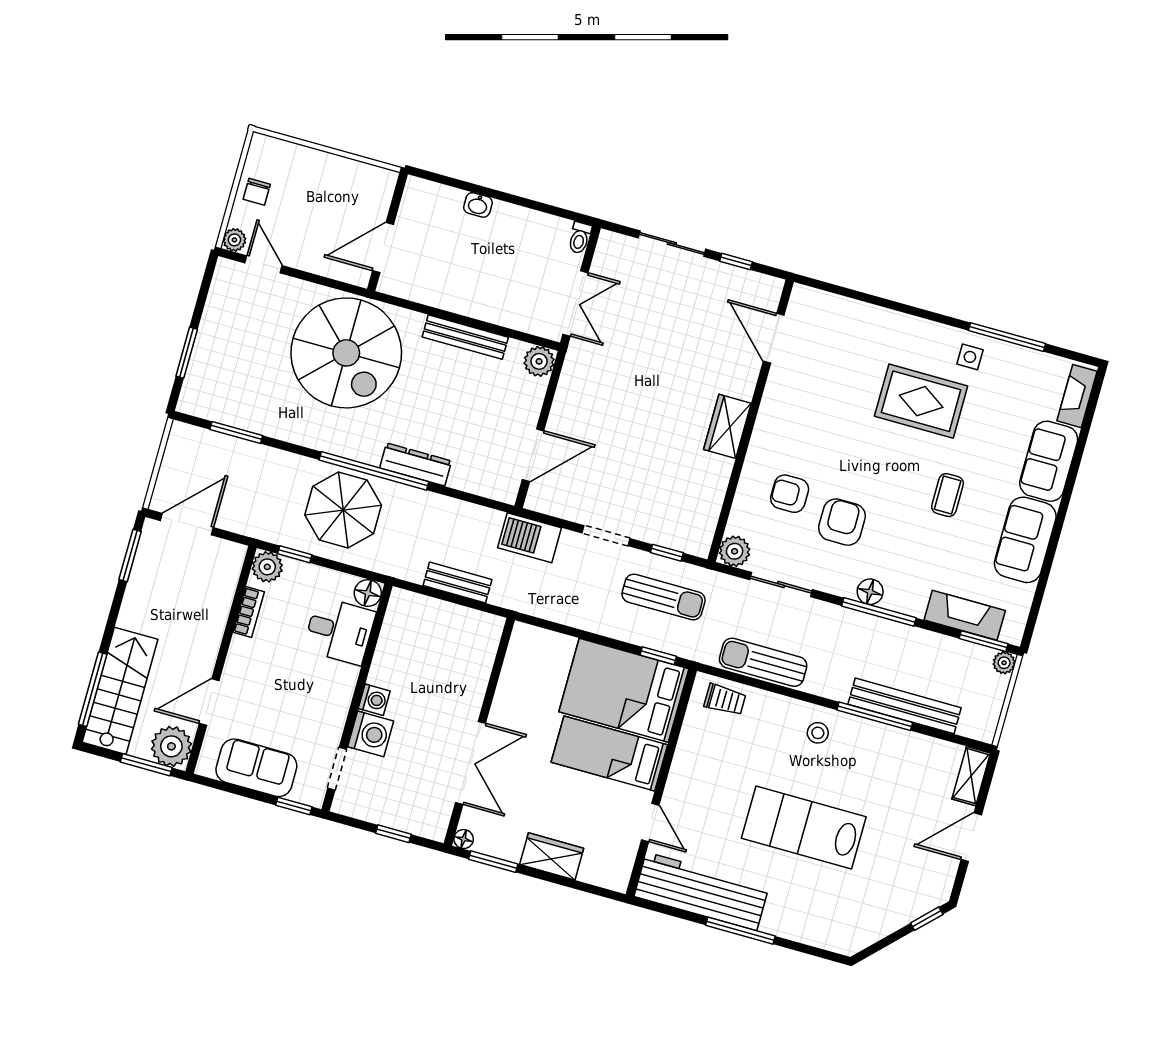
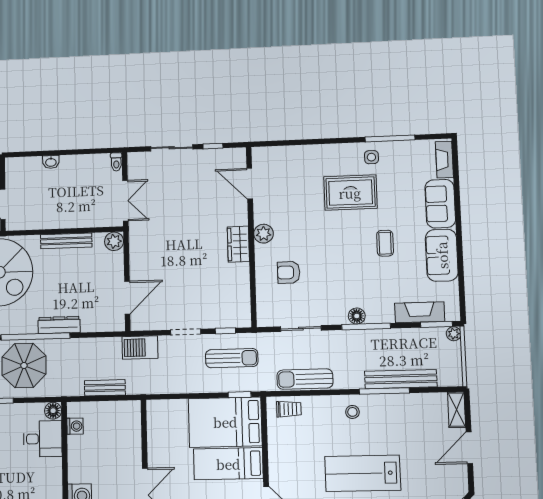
armchair: (842, 522) -> (326, 279), removed
plant: (735, 551) -> (264, 234), moved
washing machine: (374, 700) -> (75, 426), moved

